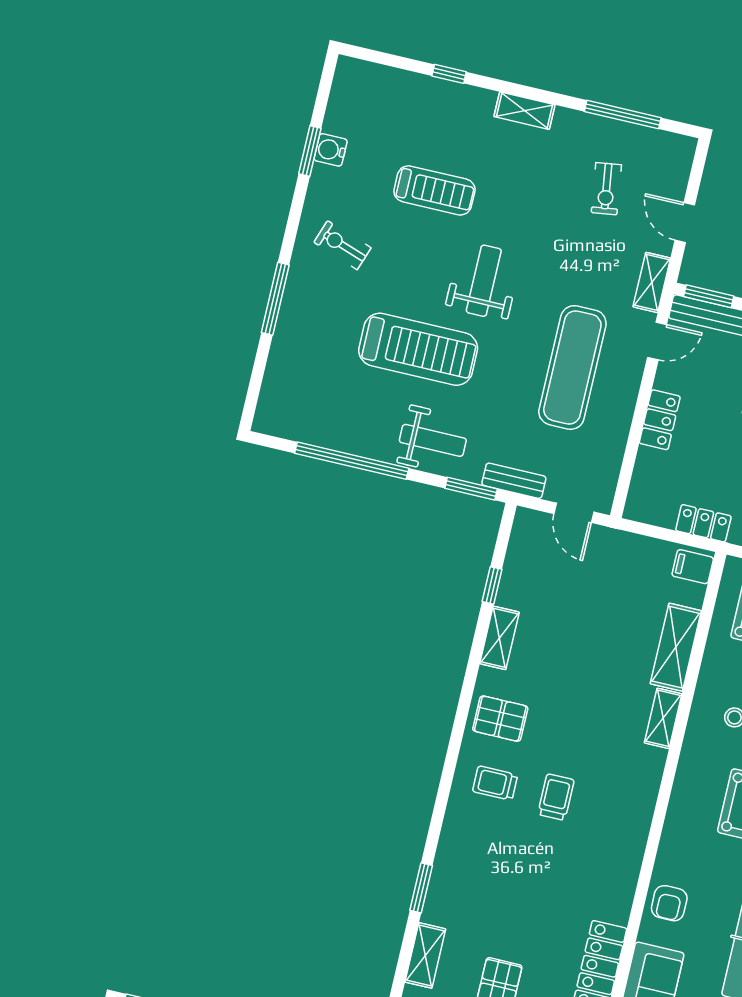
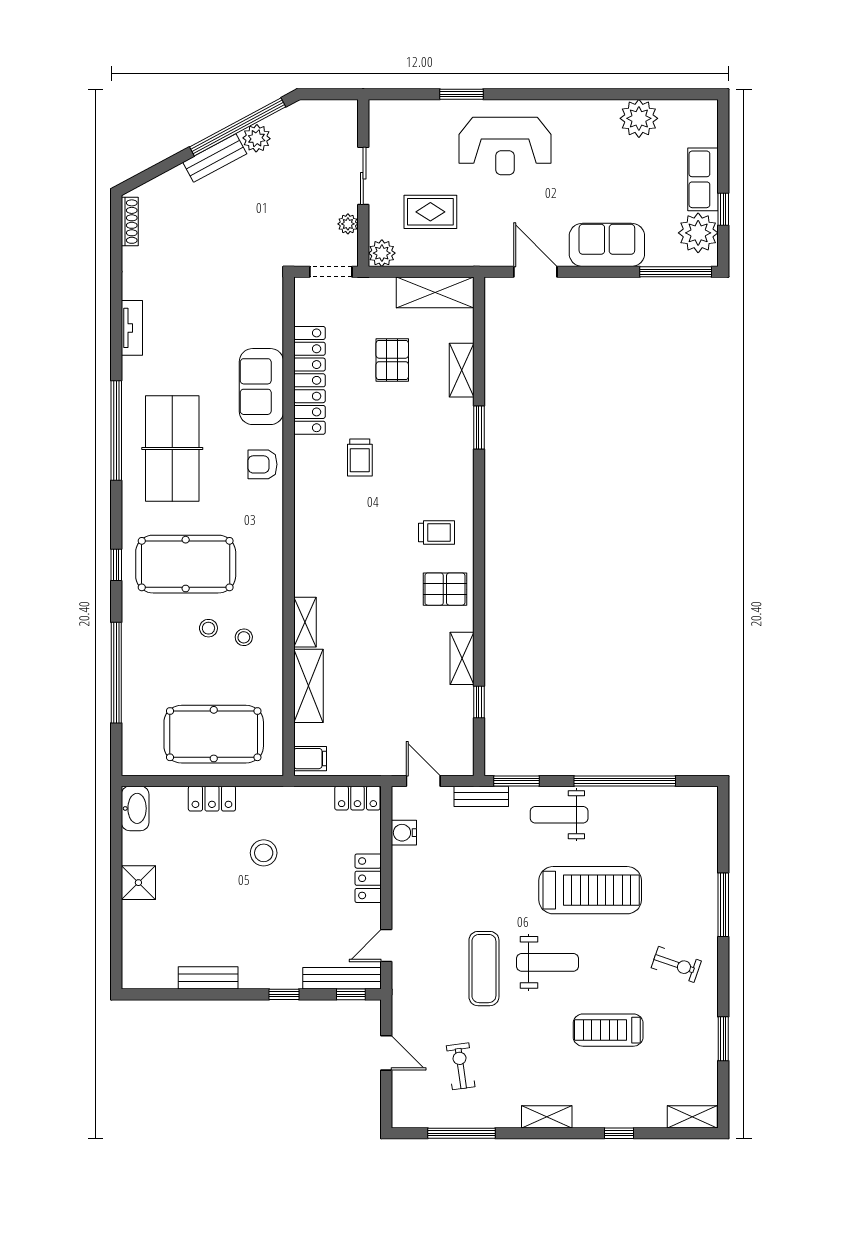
water cooler: (331, 150) -> (404, 833), moved, turned 180
weight bench: (484, 281) -> (547, 962), turned -90
shelving: (652, 282) -> (692, 1117), moved, turned 90
window: (709, 296) -> (351, 994), width x0.67
treadmill: (418, 349) -> (590, 890), turned 180
exercise mat: (572, 367) -> (484, 969), moved, width x0.73, depth x0.69
locker: (703, 523) -> (357, 798), moved
trolley: (556, 797) -> (360, 458), moved
armchair: (669, 903) -> (262, 464), turned -90

